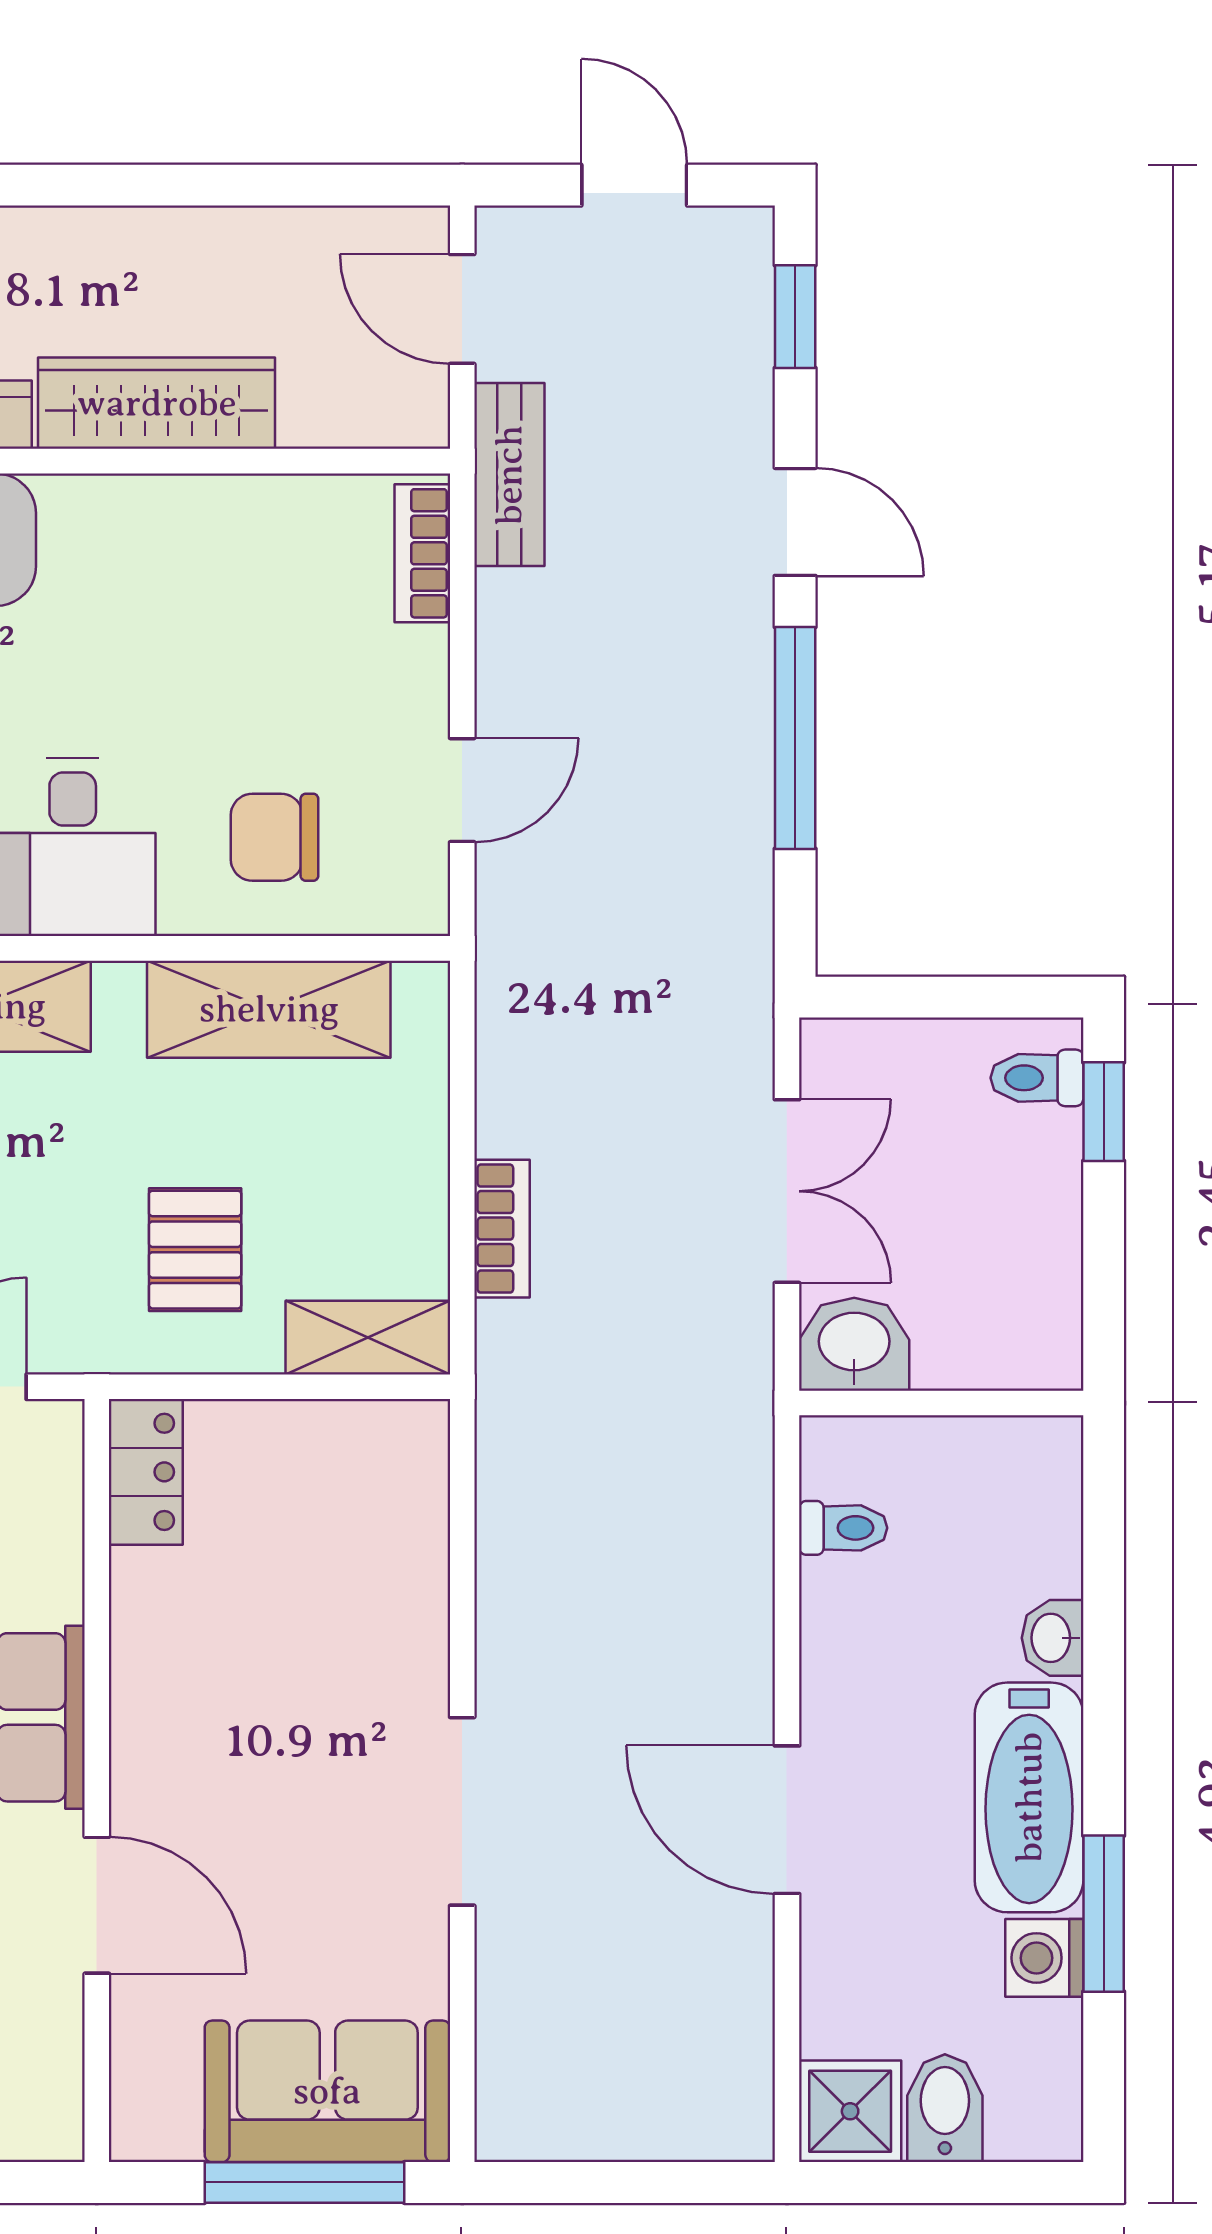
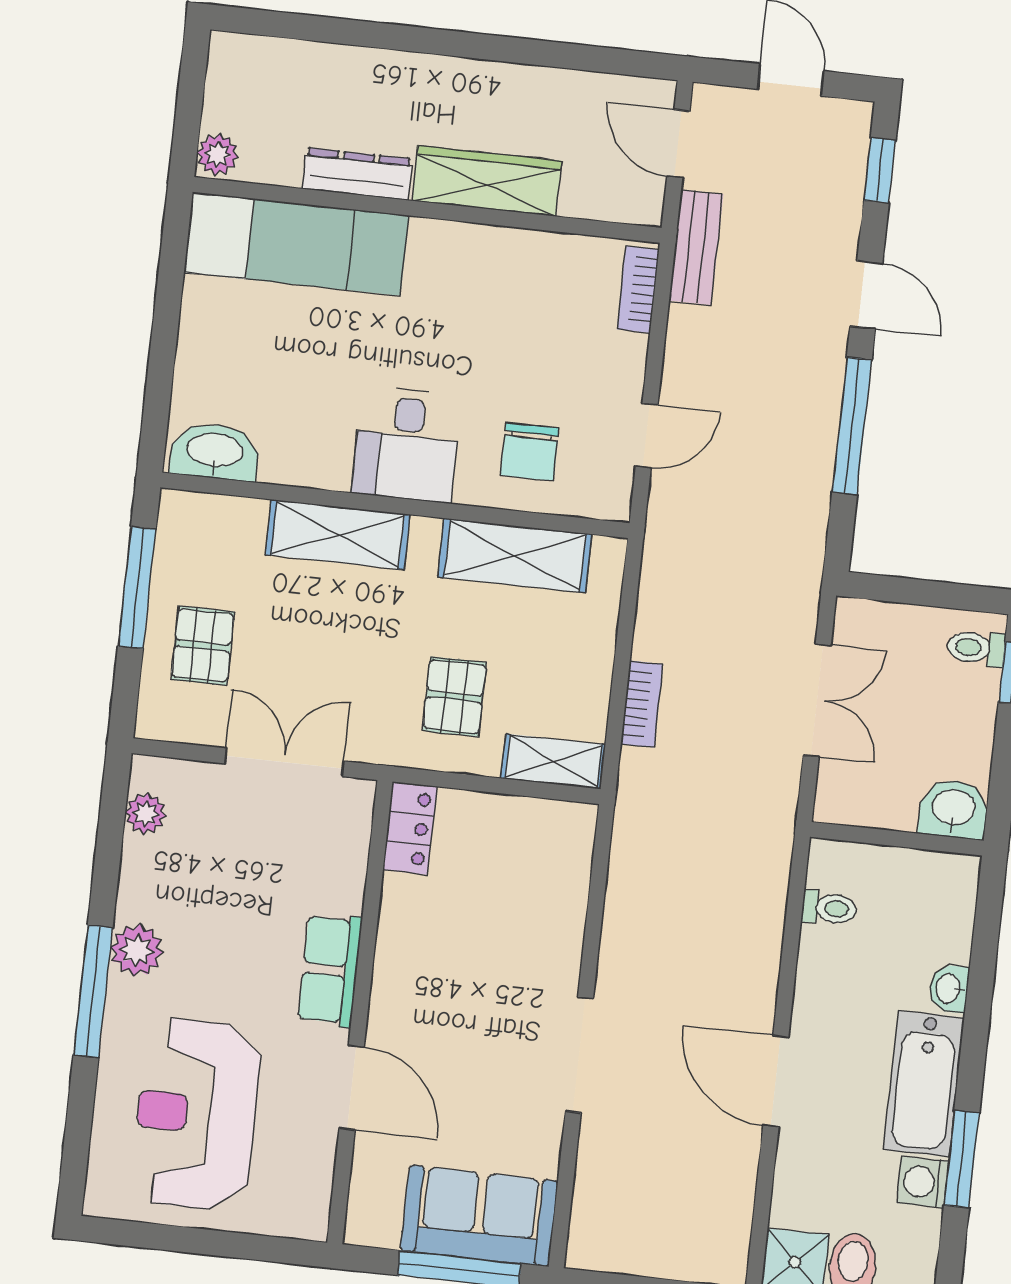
chair: (275, 837) -> (530, 452), turned -90
washbasin: (854, 1344) -> (953, 809), moved

